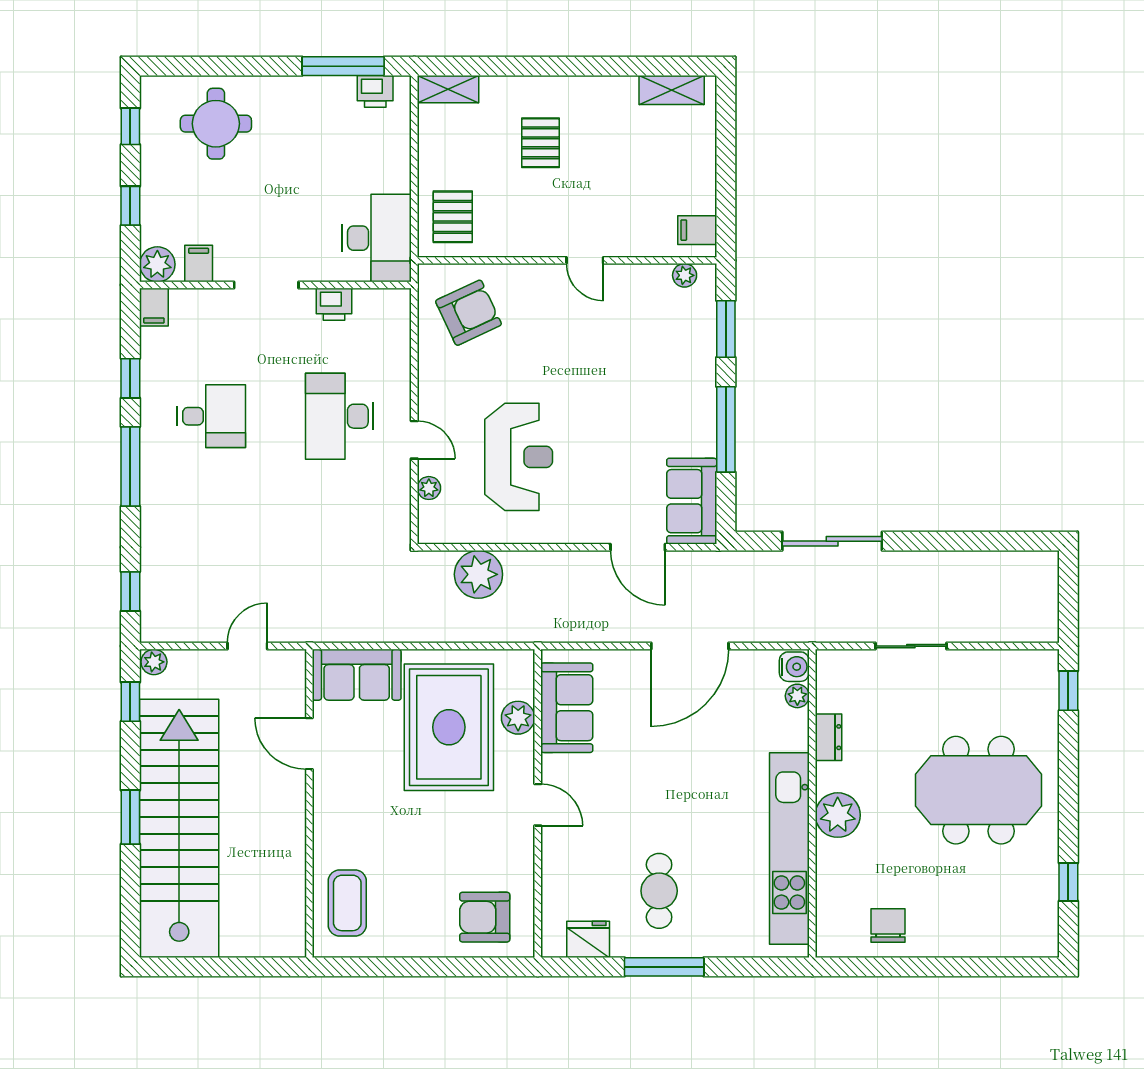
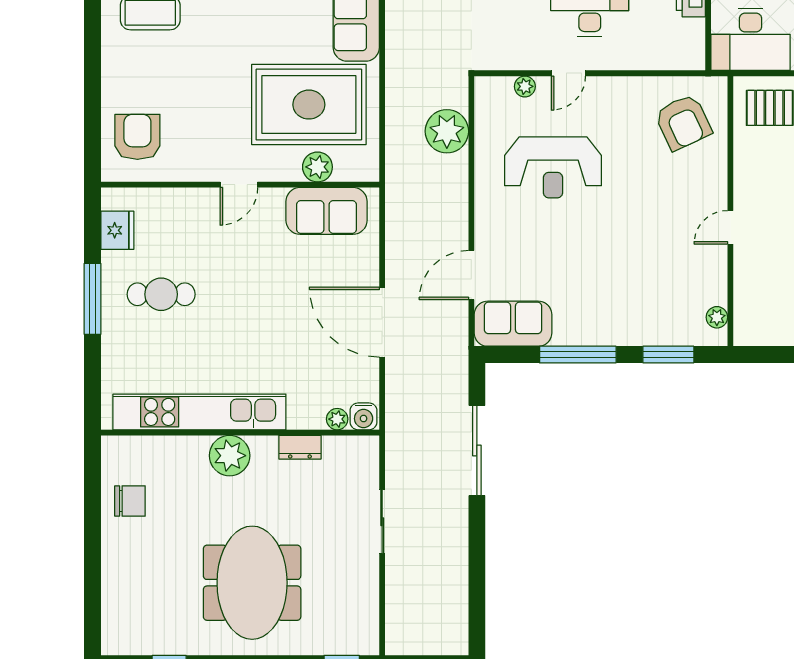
filing cabinet: (697, 230) -> (758, 329), removed

